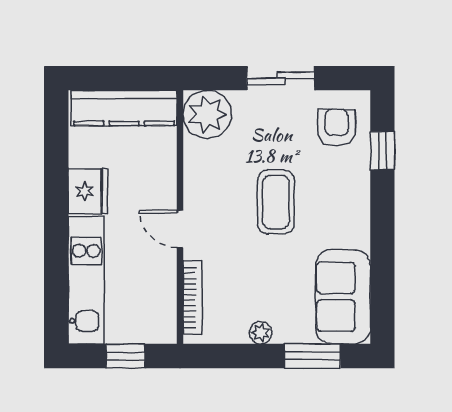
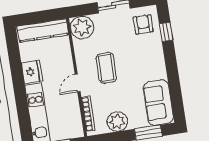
coffee table: (276, 202) -> (106, 68), moved
door: (180, 229) -> (78, 83), hinge flipped
plant: (261, 333) -> (117, 121), width x1.88, depth x1.88

